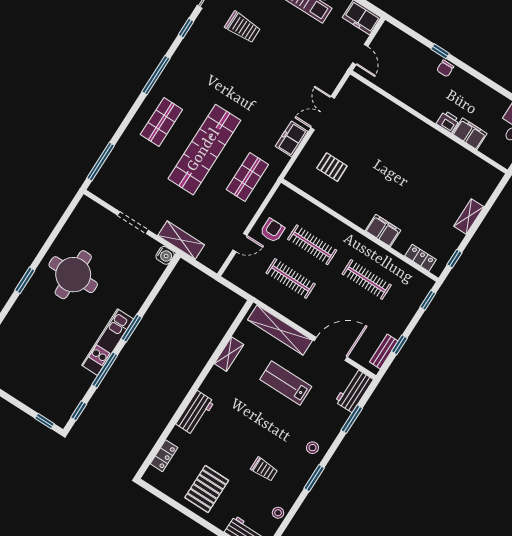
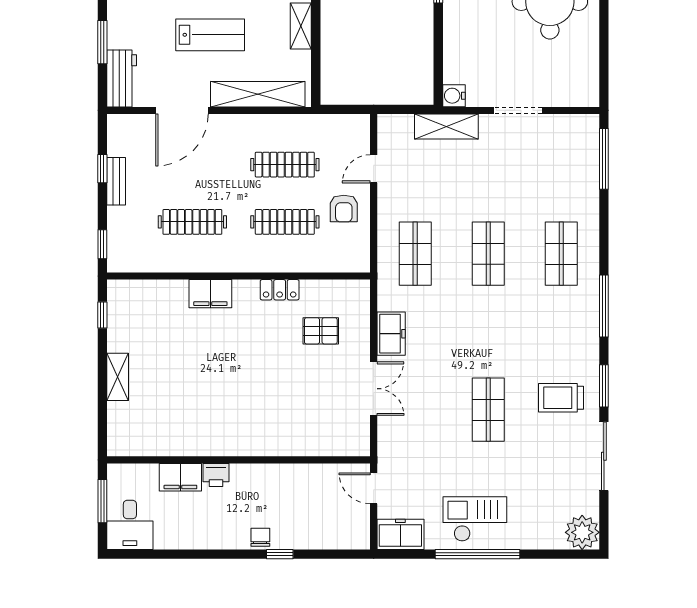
trolley: (243, 27) -> (561, 398), moved
window: (186, 28) -> (604, 386), width x1.50
shop shelf: (263, 58) -> (488, 410), added
shop shelf: (204, 150) -> (488, 254), width x0.50, depth x0.74
locker: (421, 258) -> (280, 290), moved
bench: (384, 352) -> (116, 181), moved

